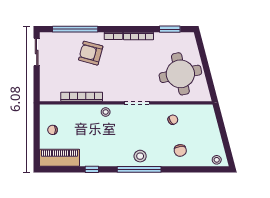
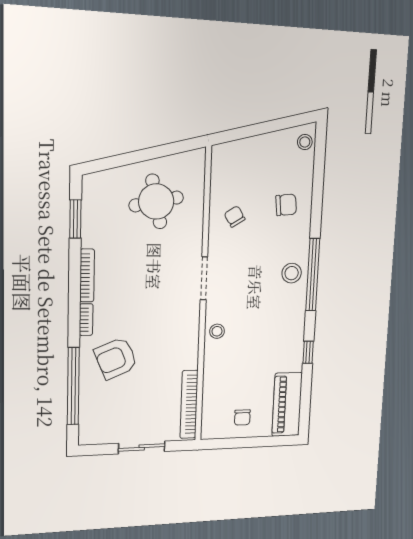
sliding door: (37, 52) -> (142, 447), moved
armchair: (91, 53) -> (116, 358), turned 52
round table: (180, 74) -> (156, 201), width x0.73, depth x0.73
bookcase: (82, 97) -> (189, 404), moved

